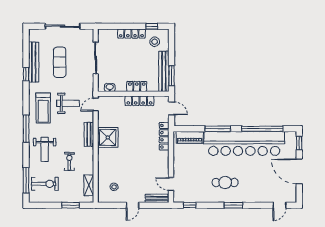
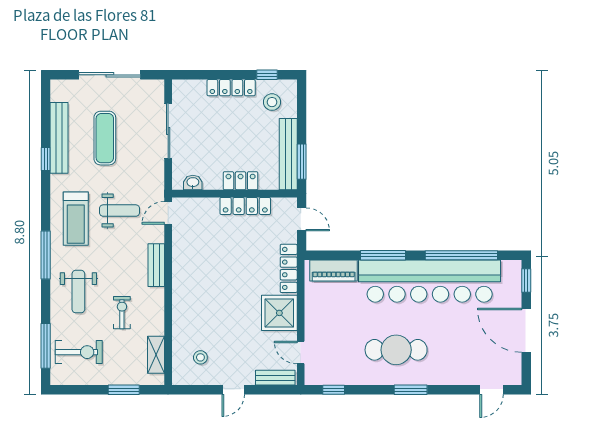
shower: (108, 137) -> (279, 313), moved
cafe table: (225, 182) -> (396, 350), width x1.37, depth x1.35

